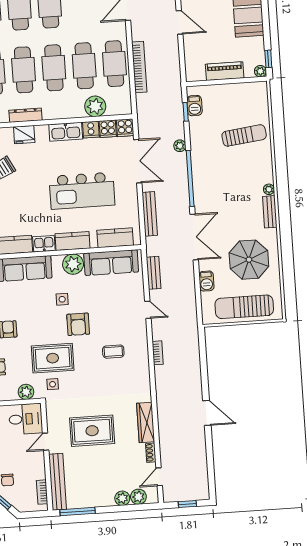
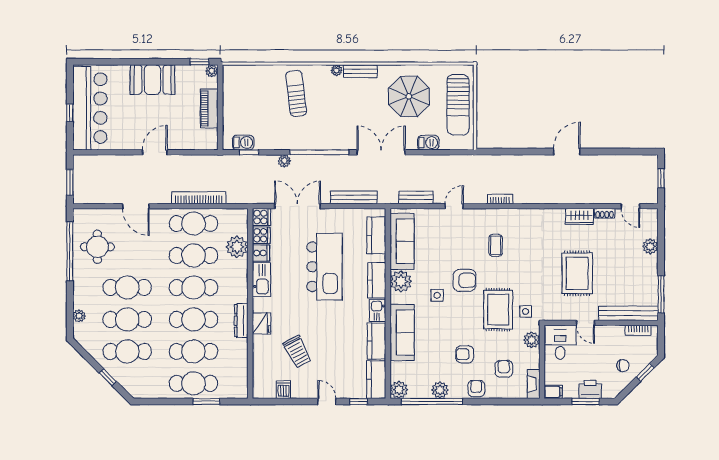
sun lounger: (244, 135) -> (296, 93), moved
wardrobe: (146, 423) -> (579, 217), width x0.67
plant: (138, 497) -> (650, 229), removed

